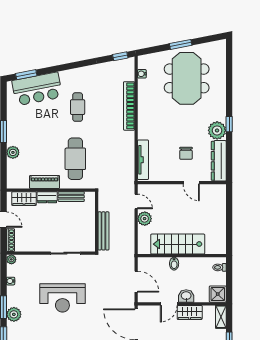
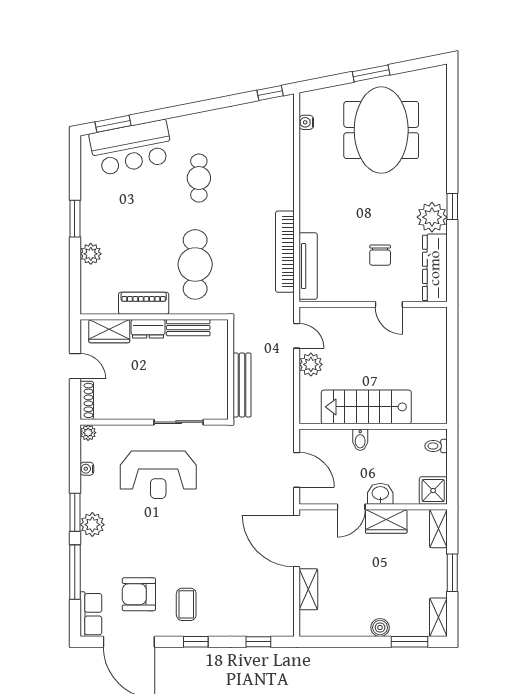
bookcase: (129, 106) -> (285, 252), moved
reception desk: (62, 298) -> (158, 475), moved

